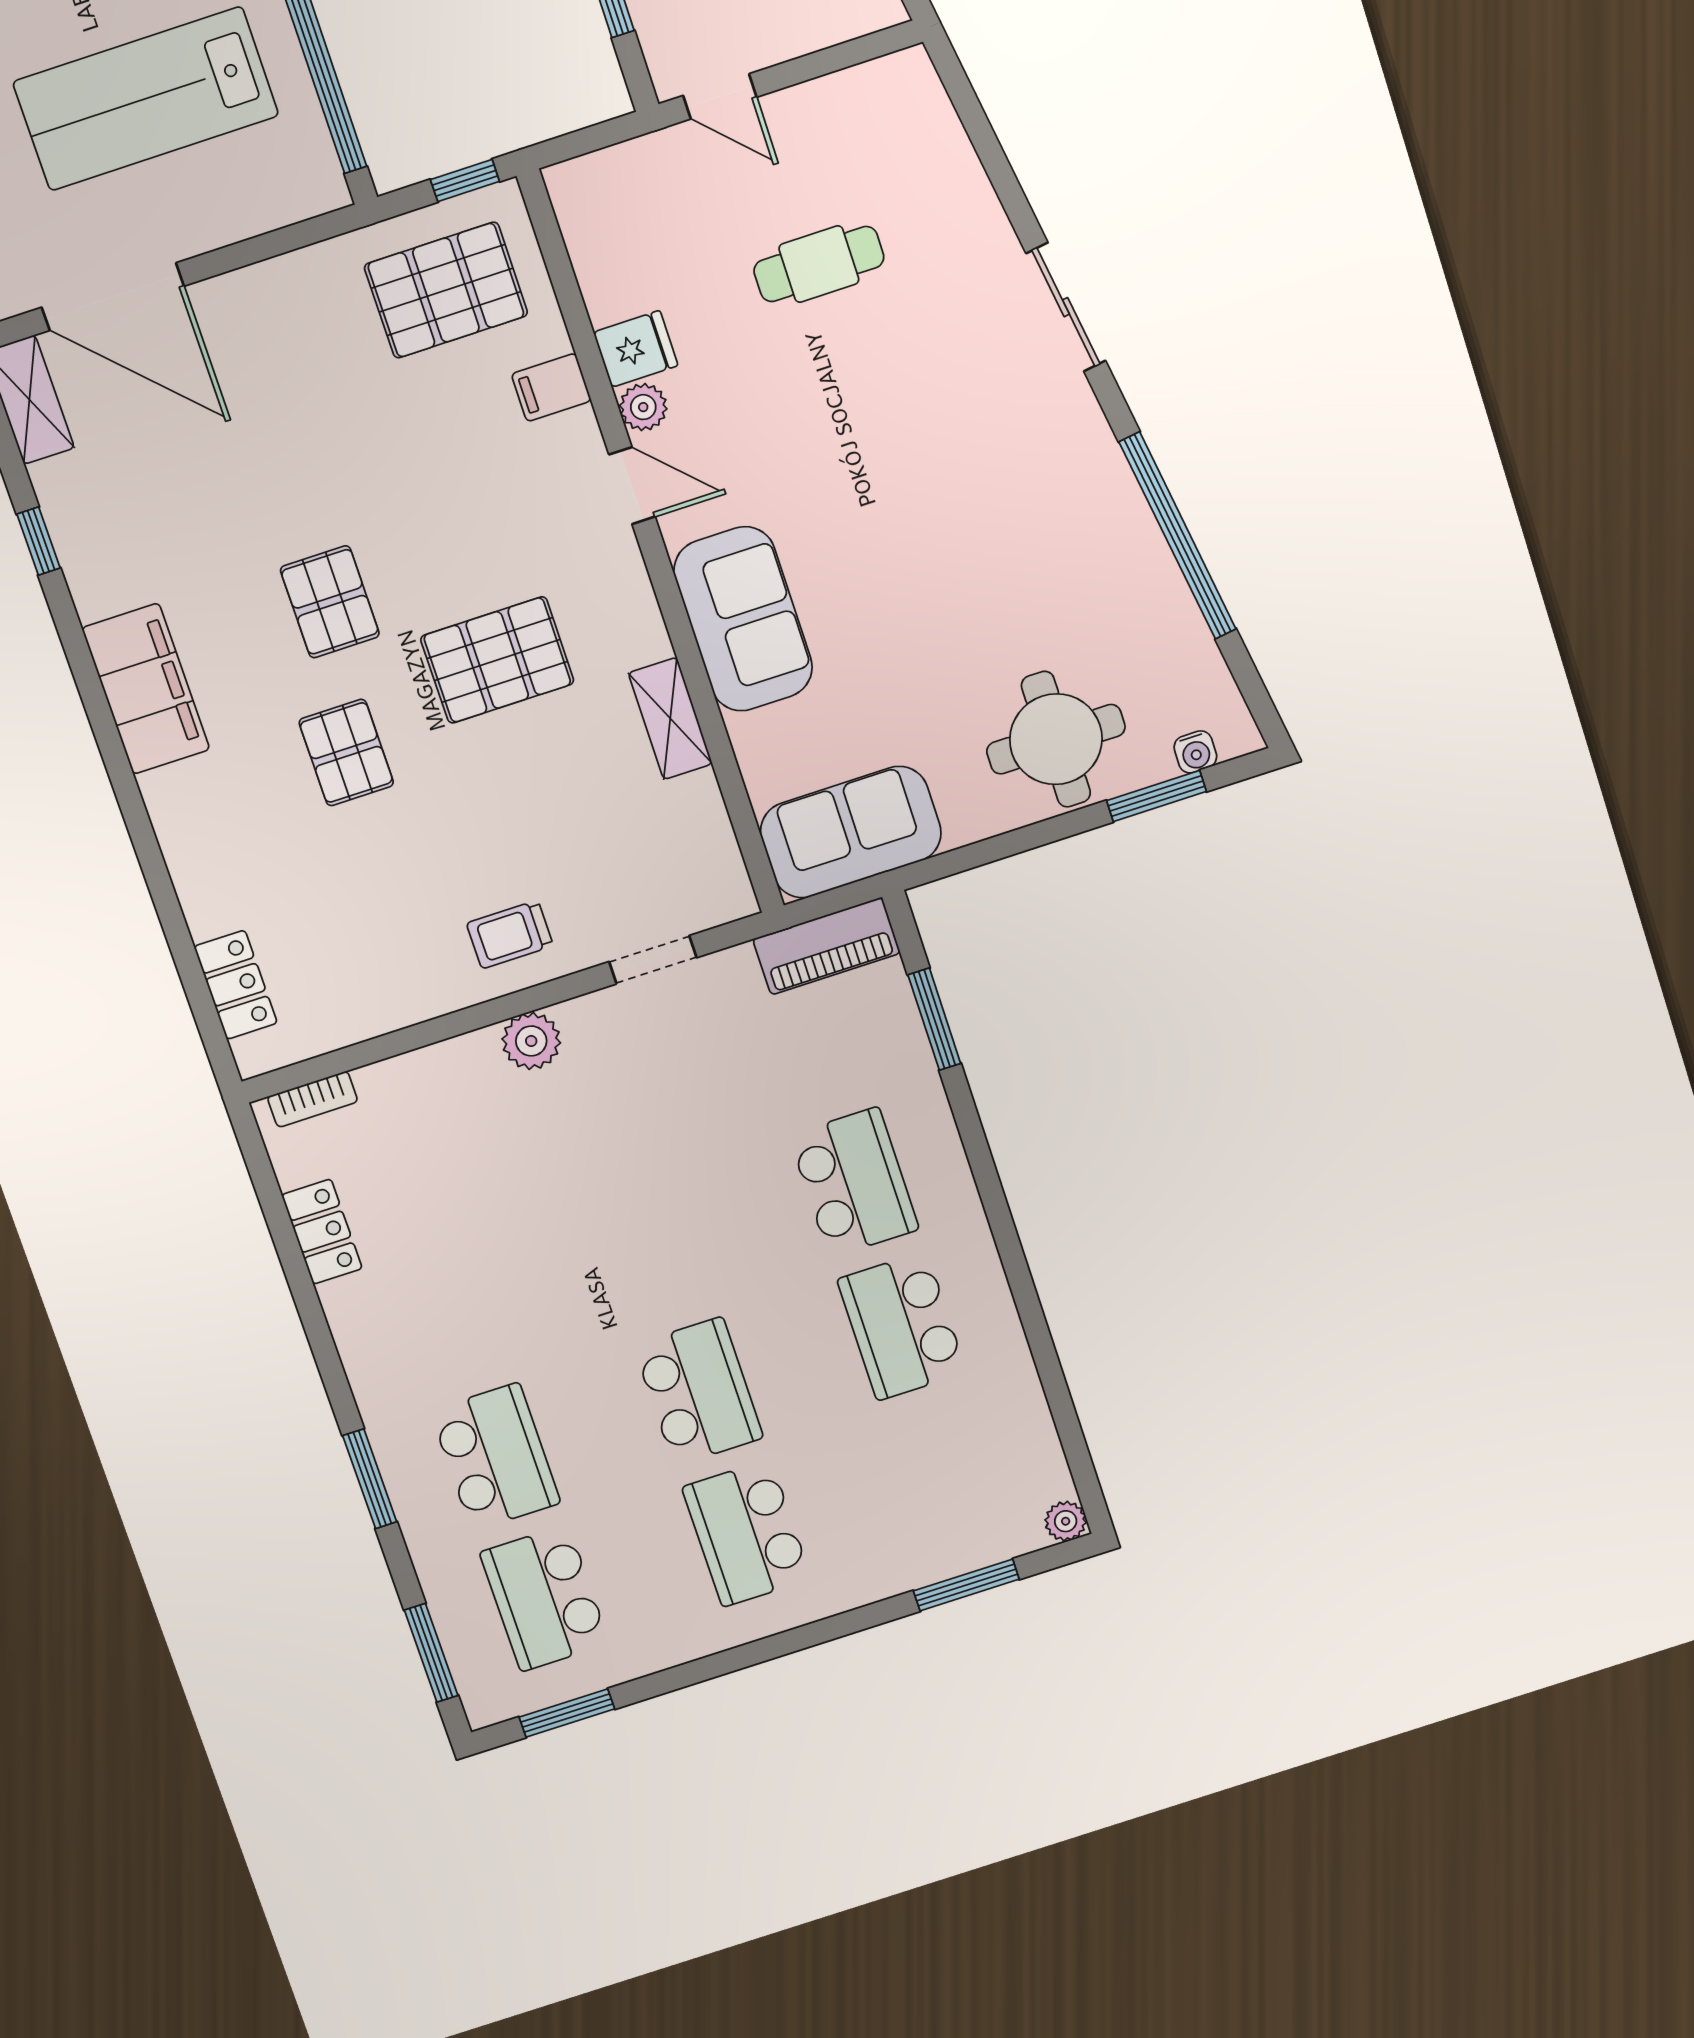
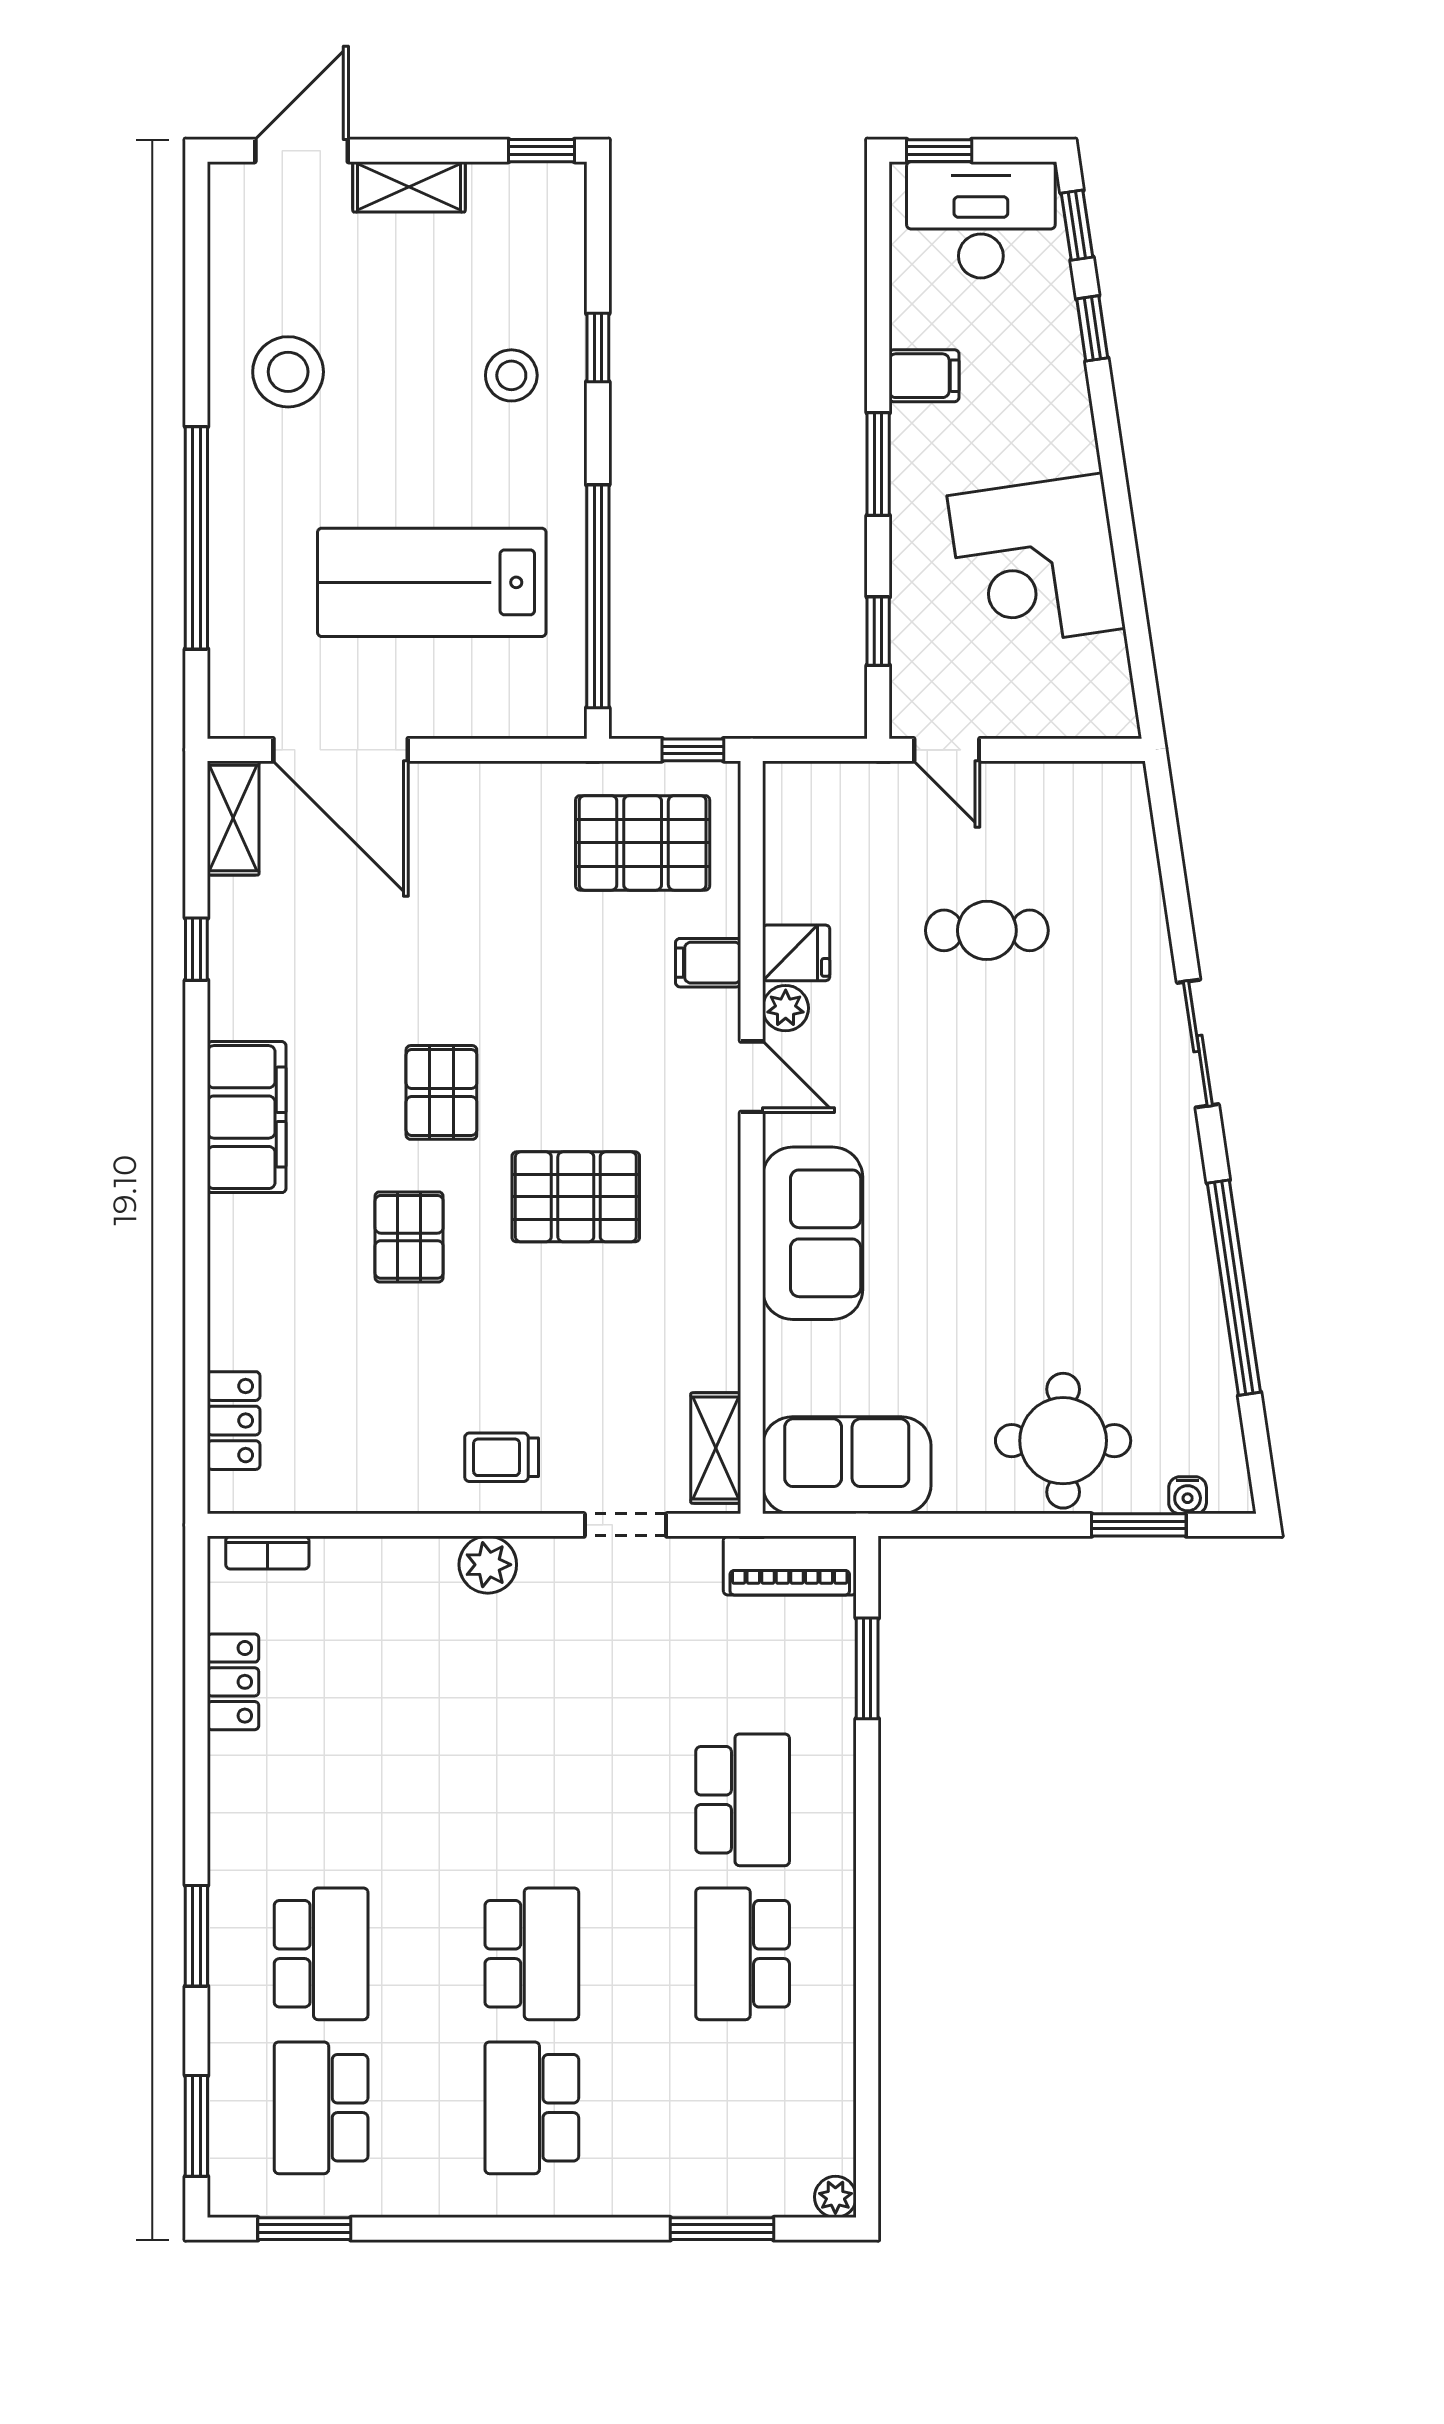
shelving: (670, 718) -> (716, 1448), moved

